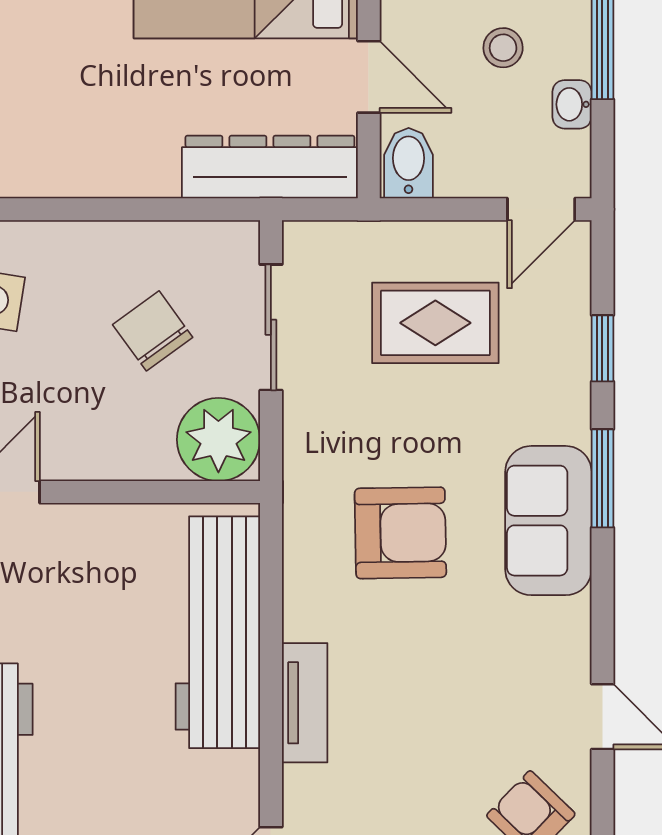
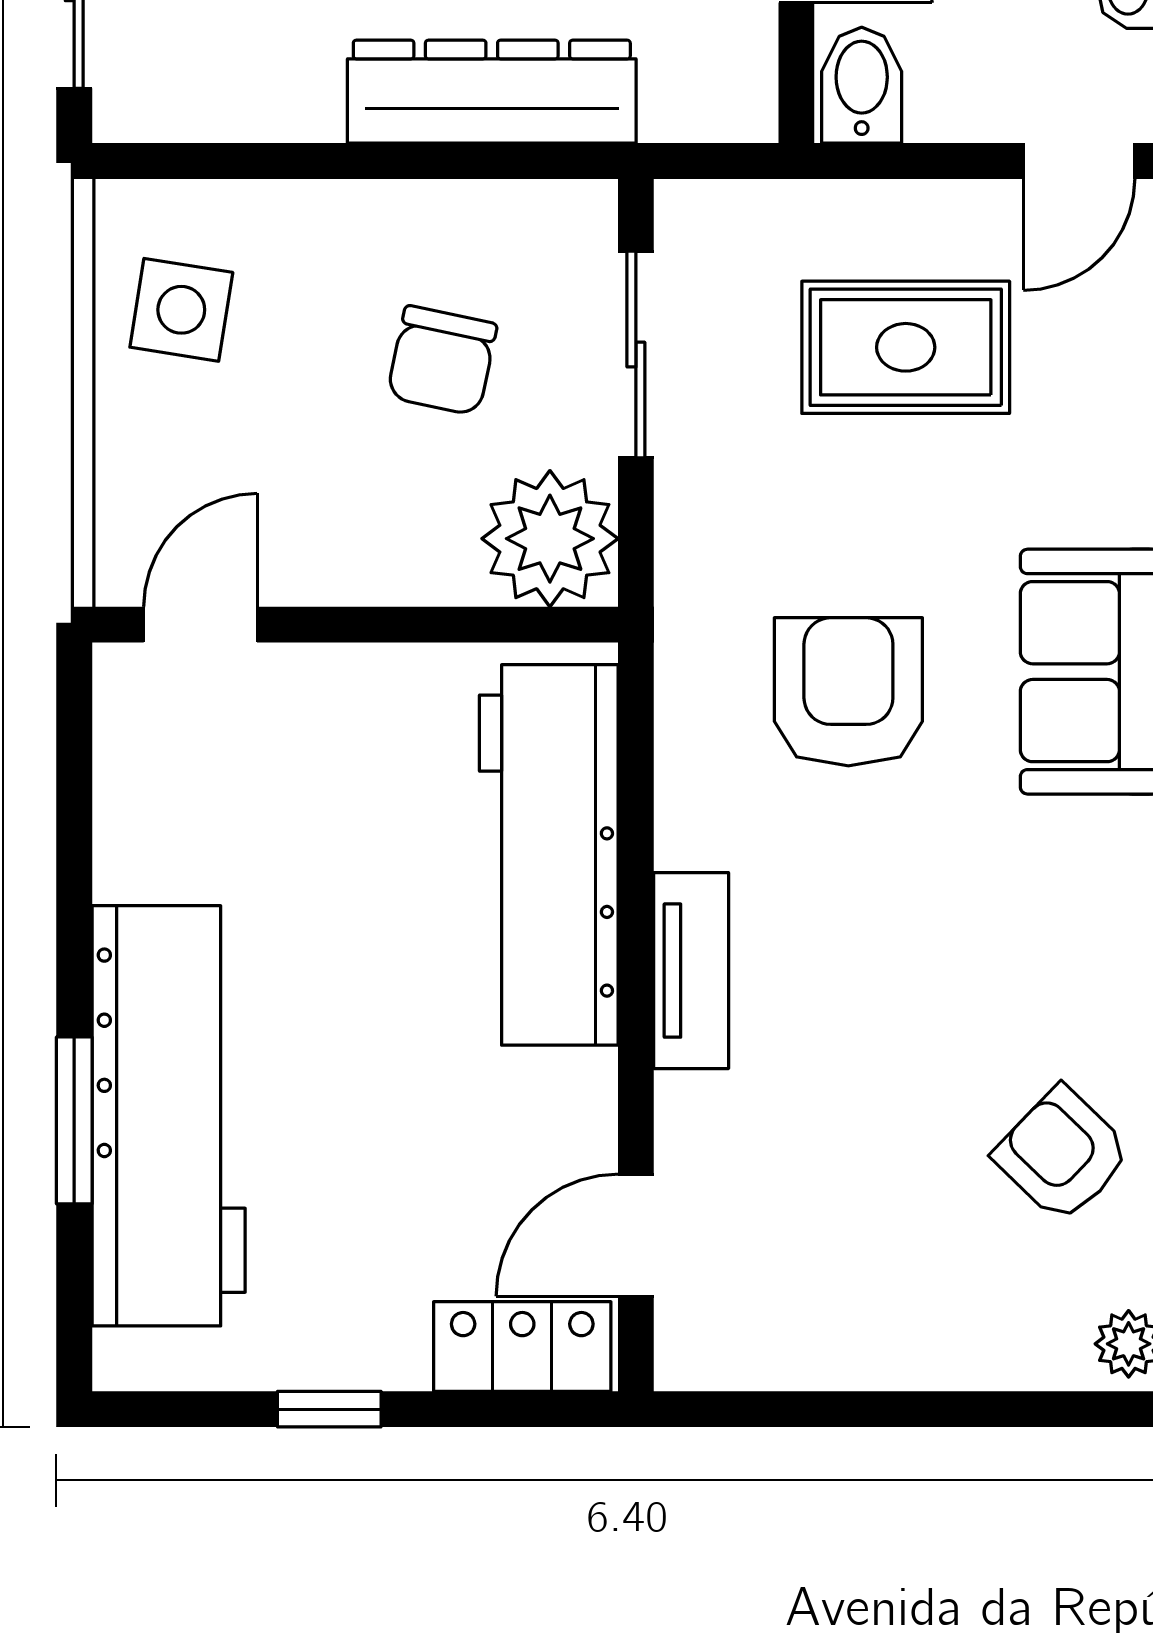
dresser: (270, 167) -> (492, 92), moved
chair: (153, 331) -> (442, 360), turned -132
armchair: (400, 533) -> (848, 692), turned -89

